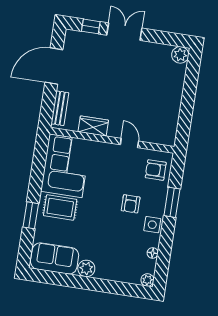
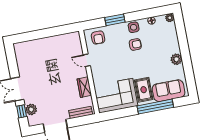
plant: (180, 55) -> (31, 109), moved
door: (129, 143) -> (87, 60), hinge flipped
armchair: (131, 204) -> (135, 44), moved
window: (31, 215) -> (155, 107), width x2.11
sofa: (55, 258) -> (169, 91), moved, turned 90

